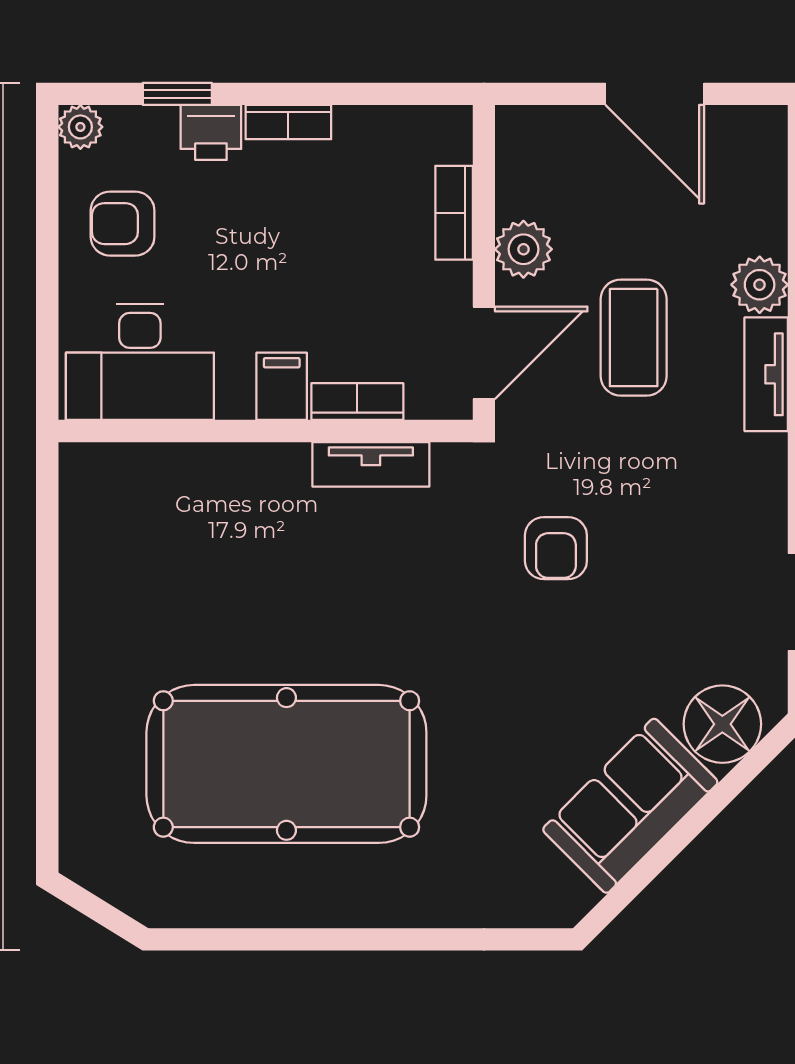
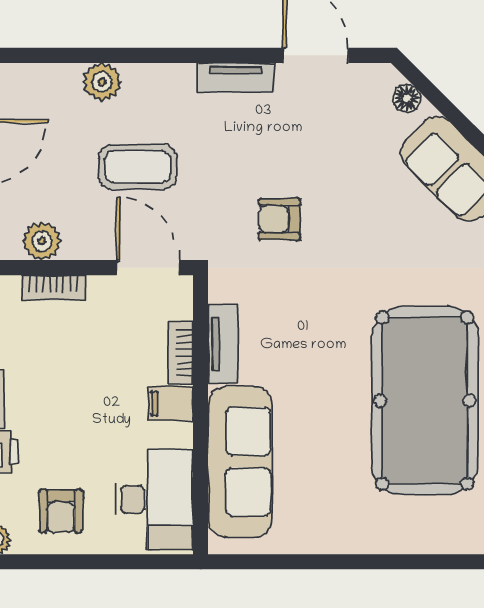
plant: (523, 249) -> (42, 241), moved
tv unit: (766, 374) -> (236, 77), moved
sofa: (196, 490) -> (240, 462), added
armchair: (556, 548) -> (279, 219), turned 180
floor lamp: (722, 724) -> (407, 98), width x0.53, depth x0.53

